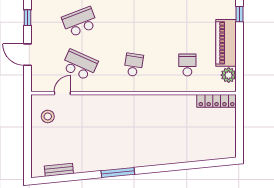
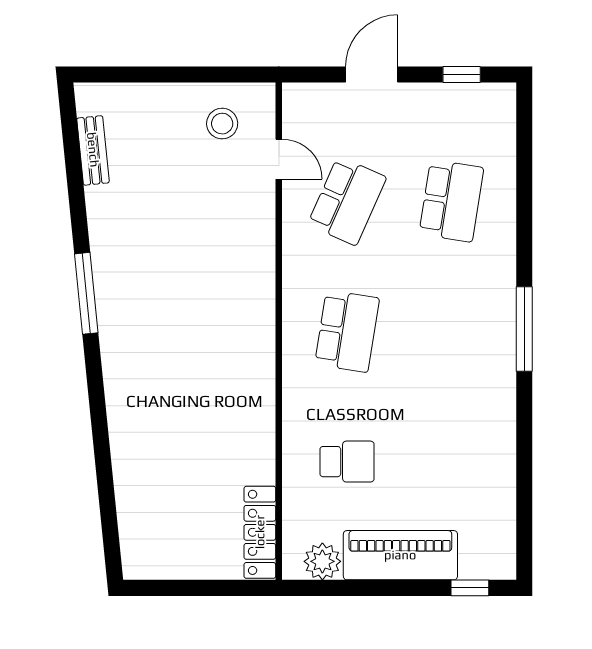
school desk: (80, 22) -> (451, 201), turned 30
school desk: (134, 65) -> (347, 331), width x1.85

